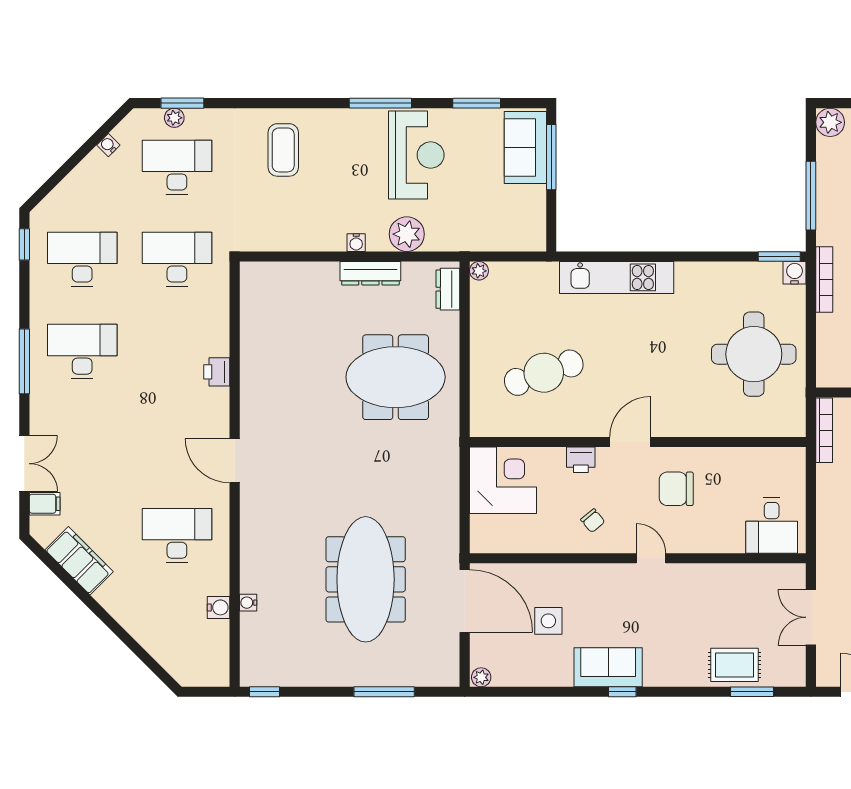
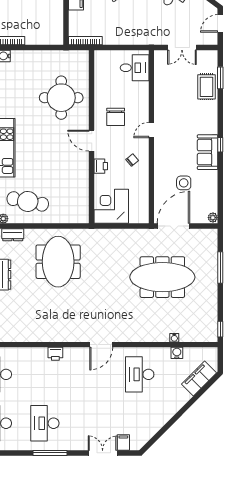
round table: (754, 354) -> (61, 98), moved
cafe table: (544, 373) -> (28, 201), moved, turned -60
filing cabinet: (79, 561) -> (199, 379), moved

